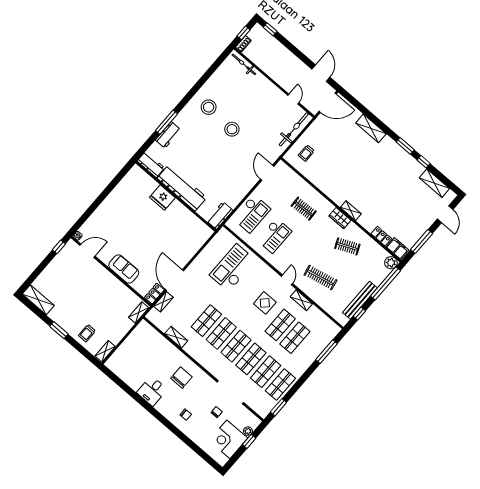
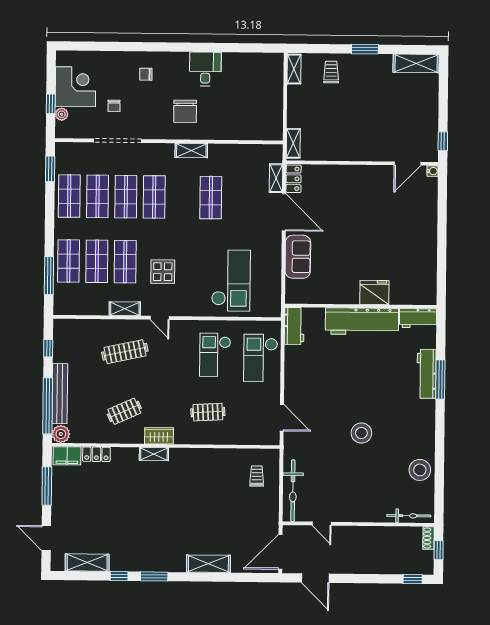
stool: (209, 107) -> (420, 470), moved
workbench: (168, 135) -> (427, 374), width x1.38
sofa: (124, 269) -> (298, 257), moved, turned -90
bench: (360, 300) -> (60, 394), moved
shop shelf: (221, 333) -> (69, 261), moved
shelving: (176, 337) -> (191, 151), moved

